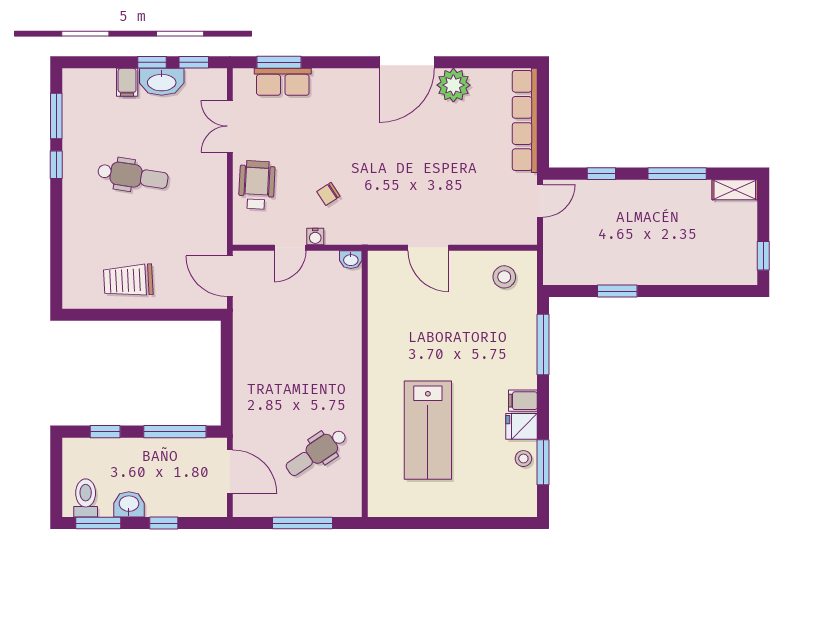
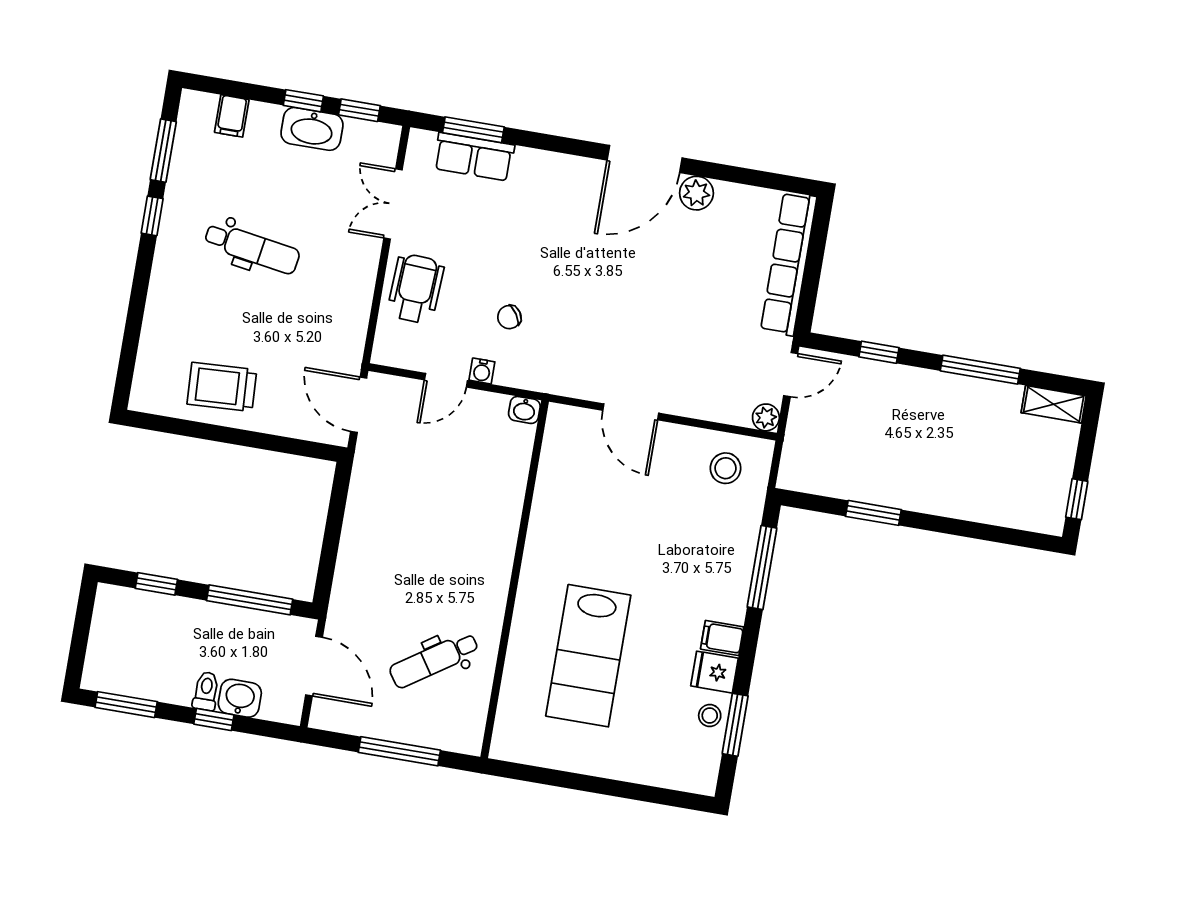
filing cabinet: (127, 82) -> (232, 116), moved
plant: (453, 85) -> (696, 193), width x0.73, depth x0.73
plant: (527, 235) -> (766, 417), added
toilet: (86, 498) -> (206, 691), moved, width x0.73, depth x0.72
washbasin: (129, 504) -> (240, 698), moved

